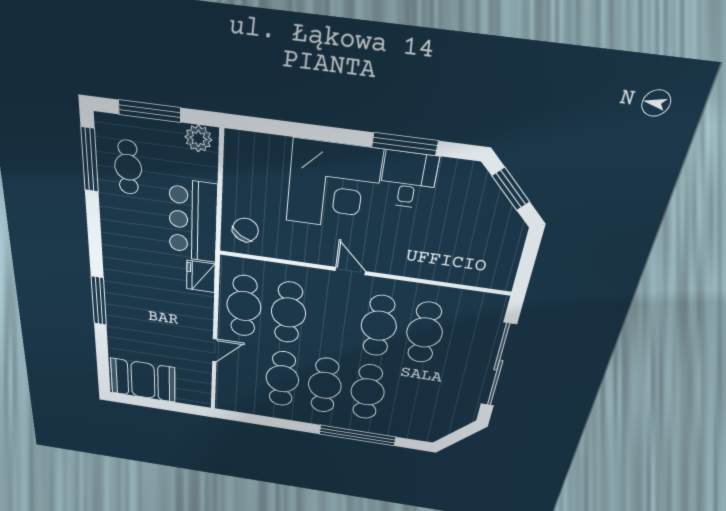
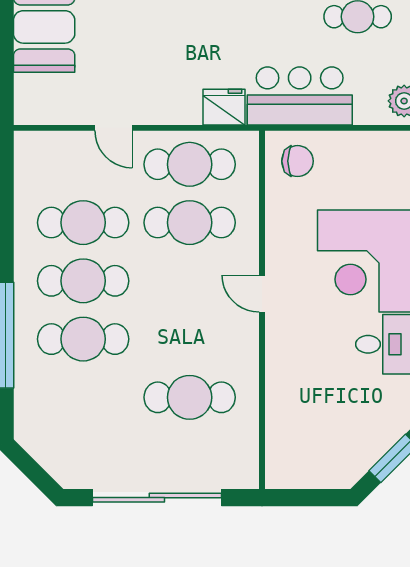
chair: (245, 230) -> (297, 161), turned -33
door: (350, 271) -> (262, 294), swing flipped
cafe table: (379, 326) -> (190, 339), removed

